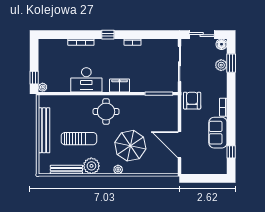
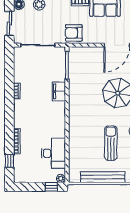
window: (108, 35) -> (9, 161), moved
desk: (86, 80) -> (54, 153), moved
filing cabinet: (120, 85) -> (59, 91), moved
round table: (106, 112) -> (84, 117), removed

